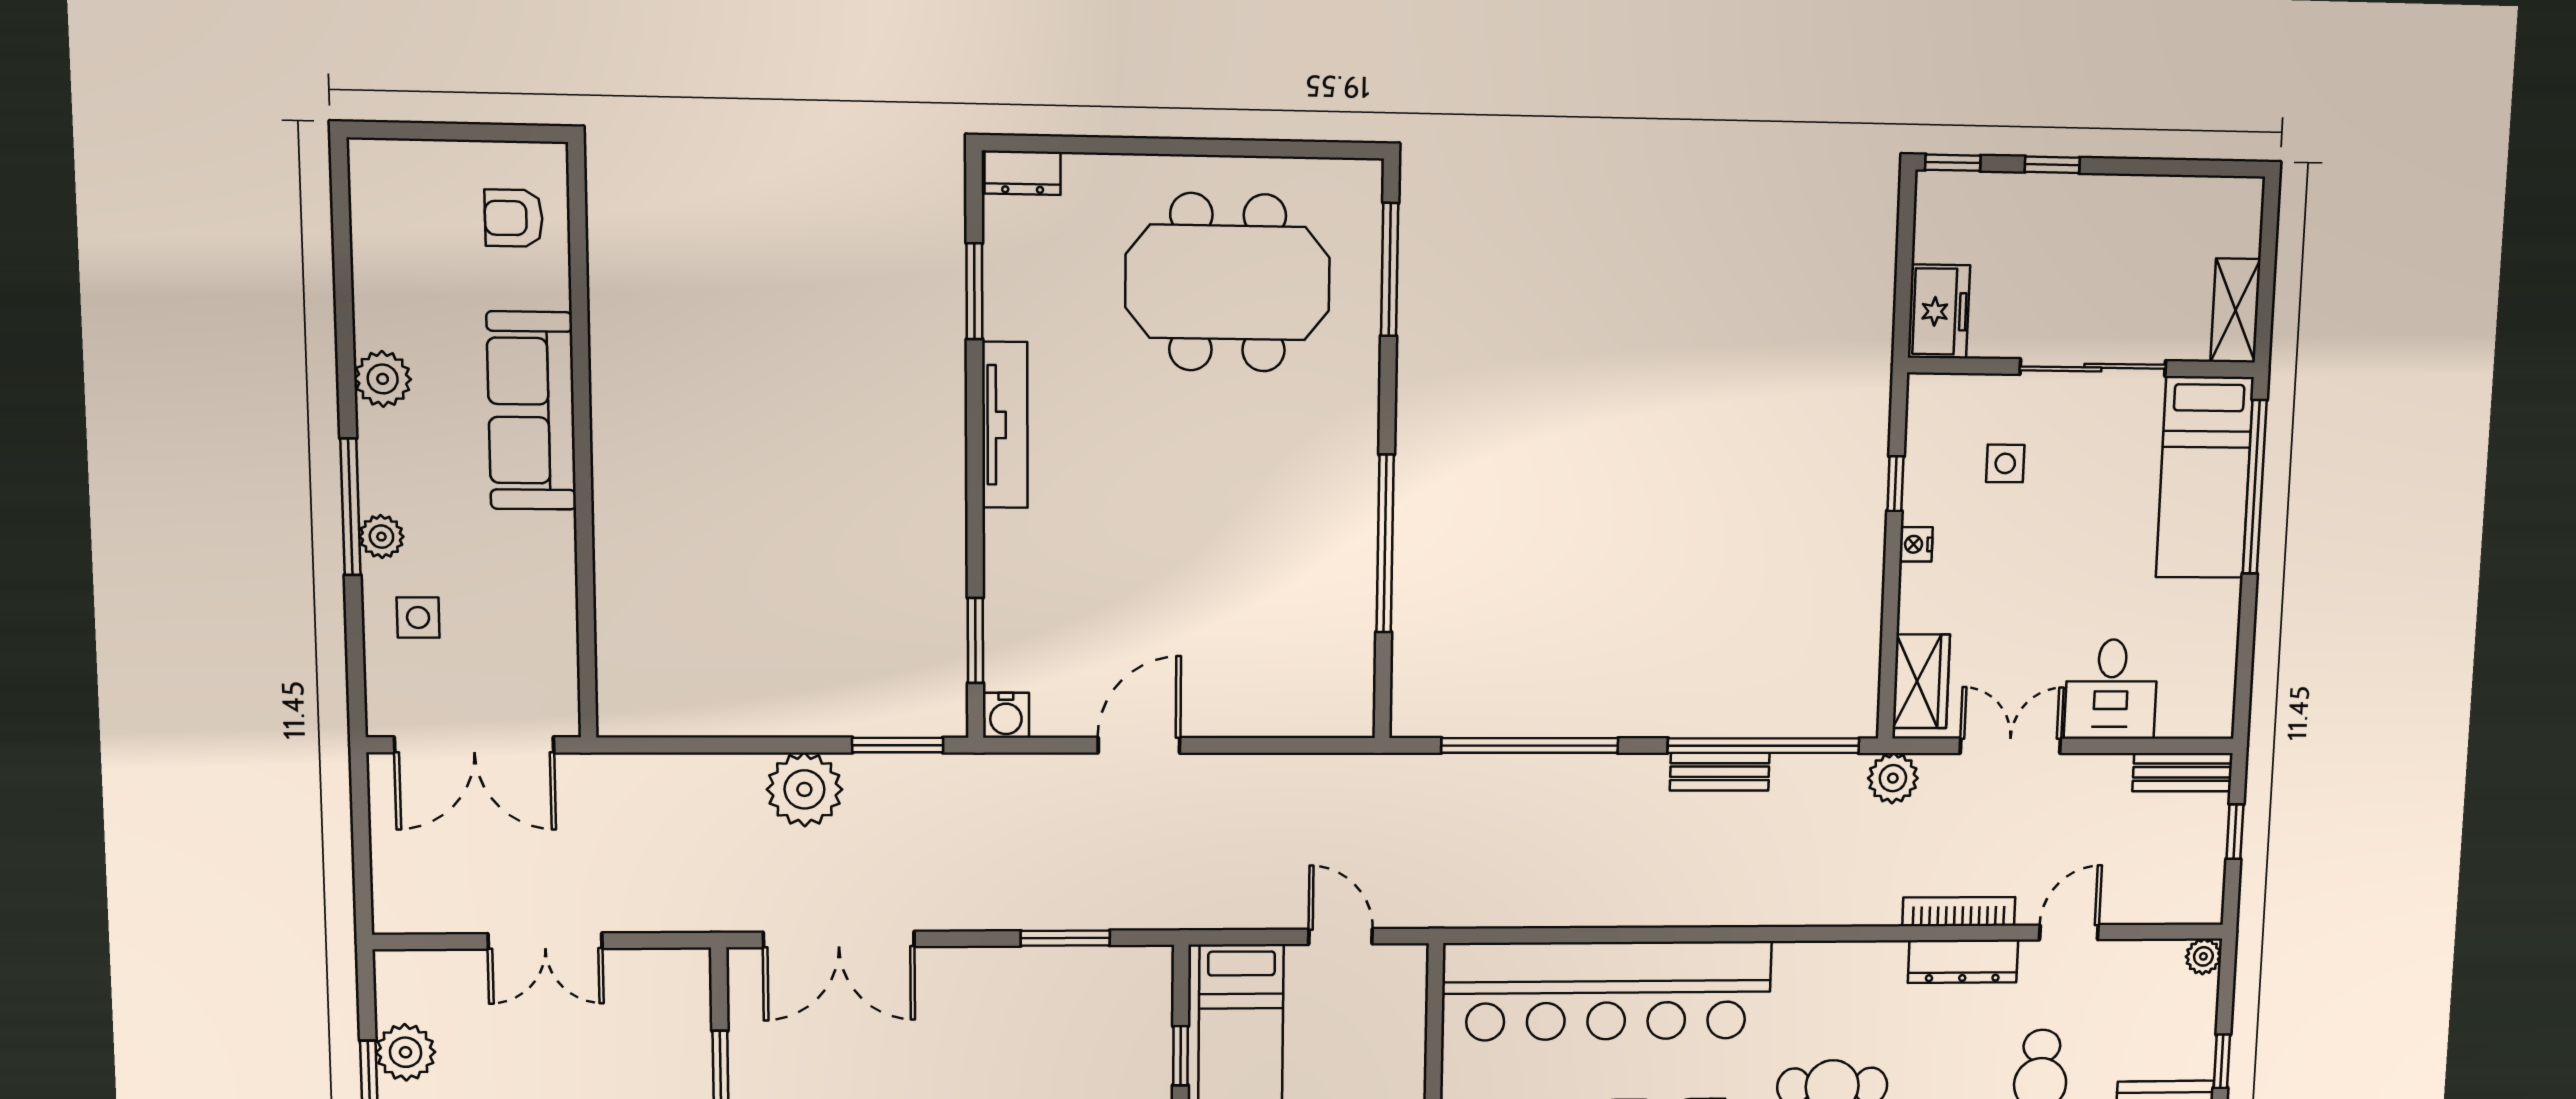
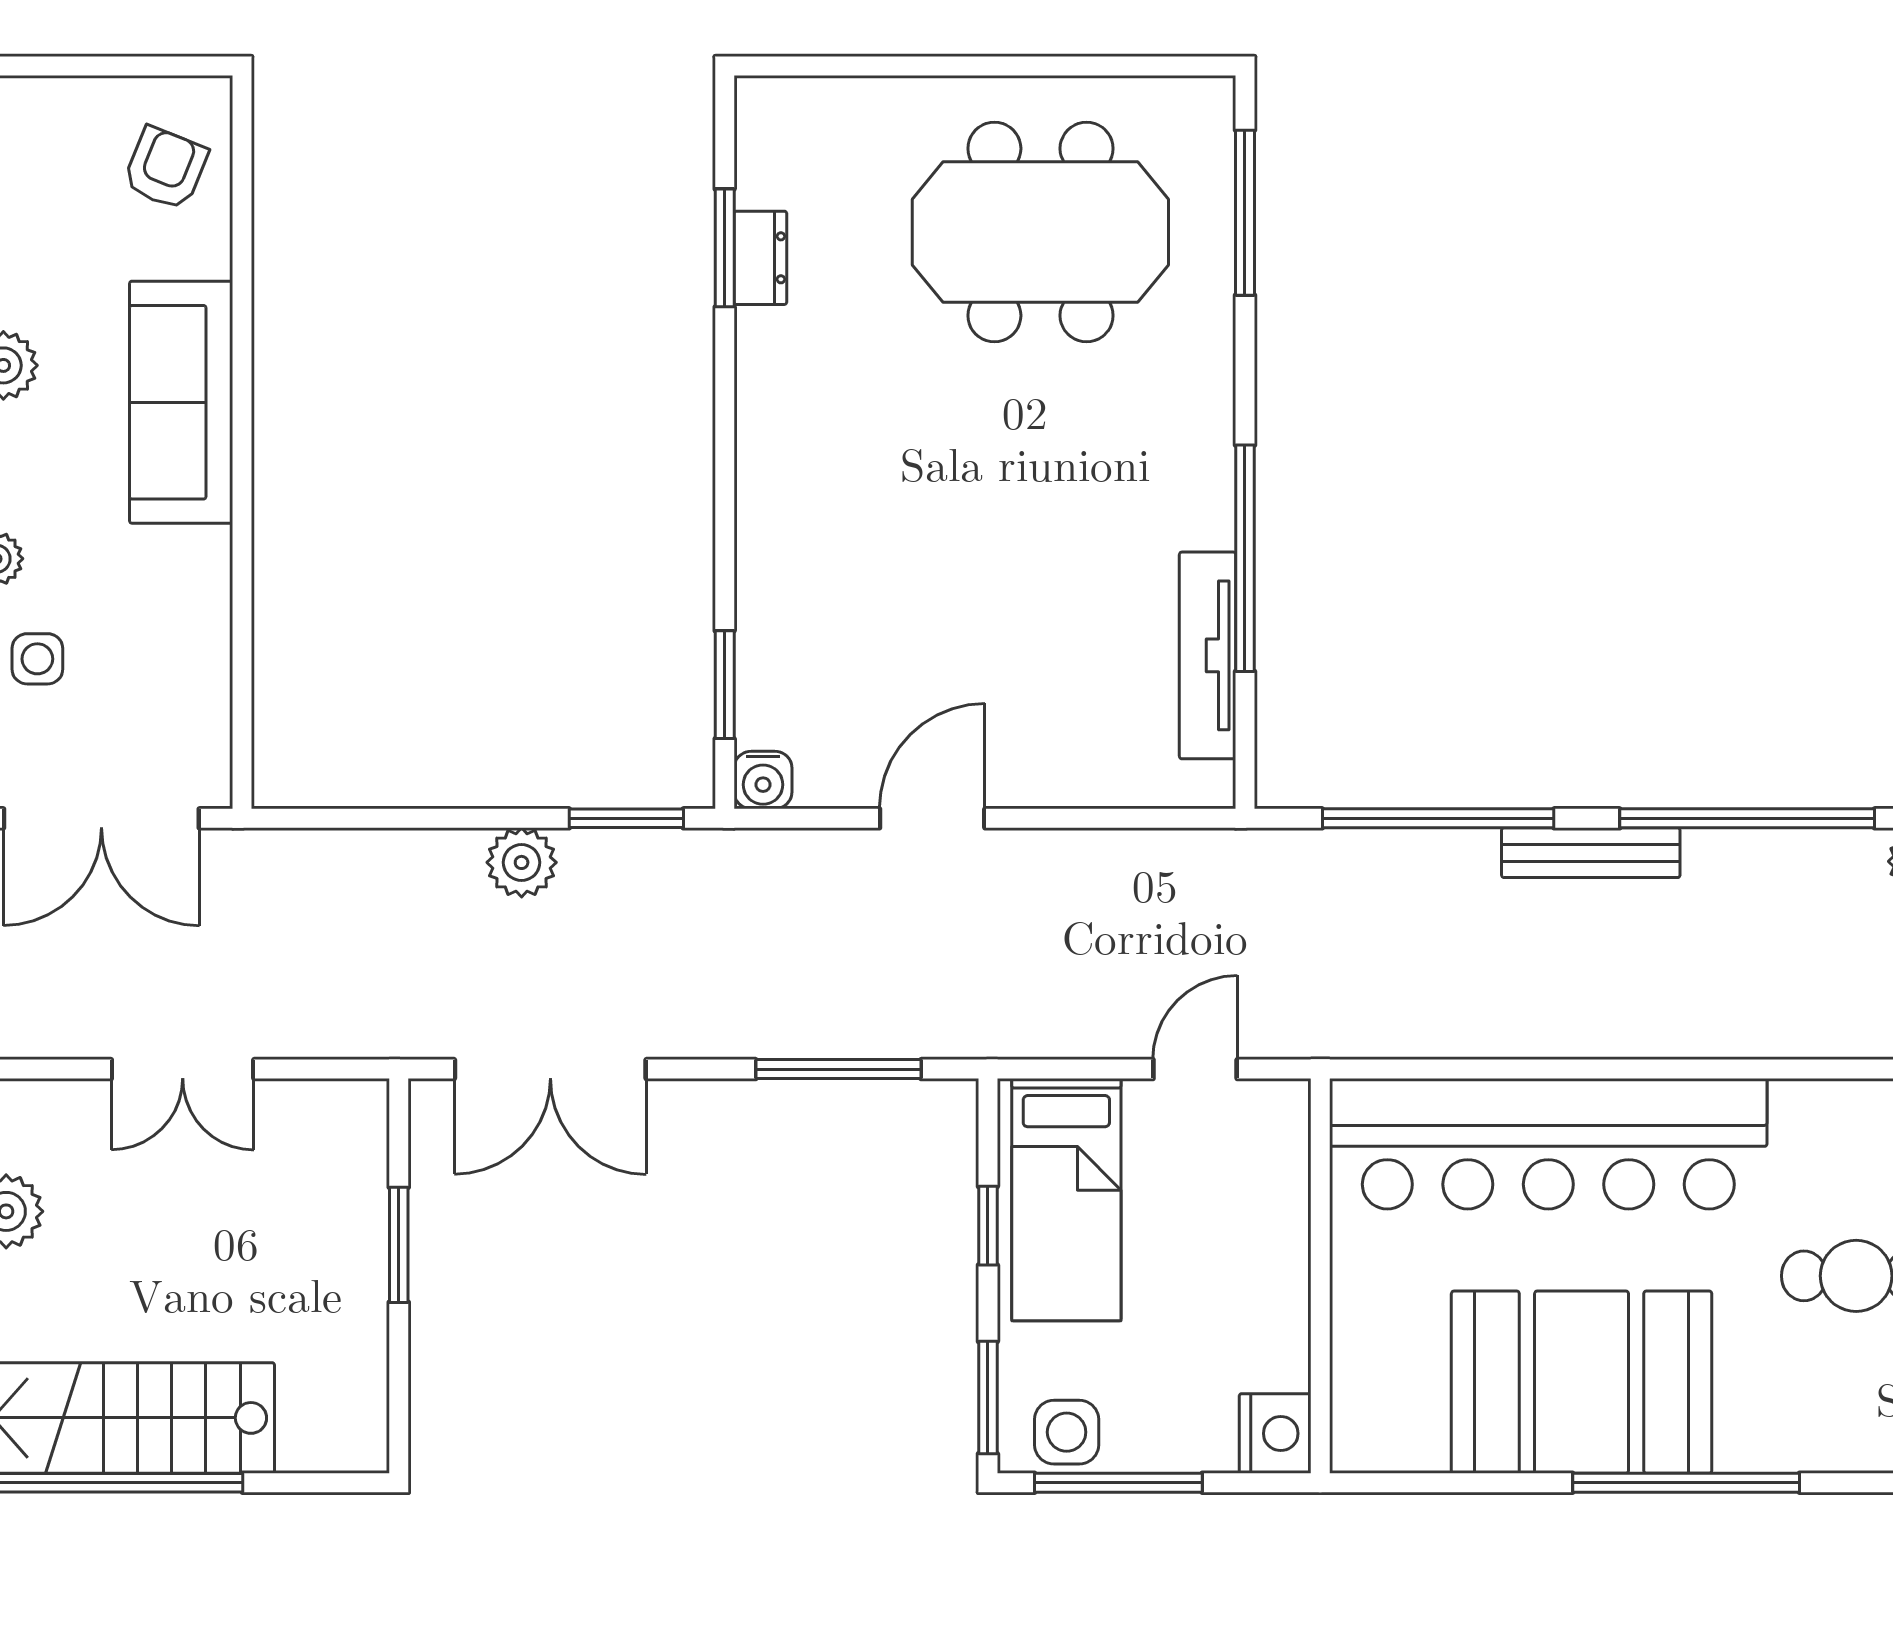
dresser: (1023, 173) -> (760, 258), moved, turned -90
armchair: (514, 218) -> (165, 168), turned 112
tv unit: (1005, 425) -> (1208, 655), moved, turned 180
bench: (1720, 772) -> (1591, 853), moved, width x1.36
plant: (804, 789) -> (522, 862), width x0.73, depth x0.73
door: (1341, 937) -> (1195, 1069), hinge flipped
window: (1065, 938) -> (838, 1069), width x1.44

